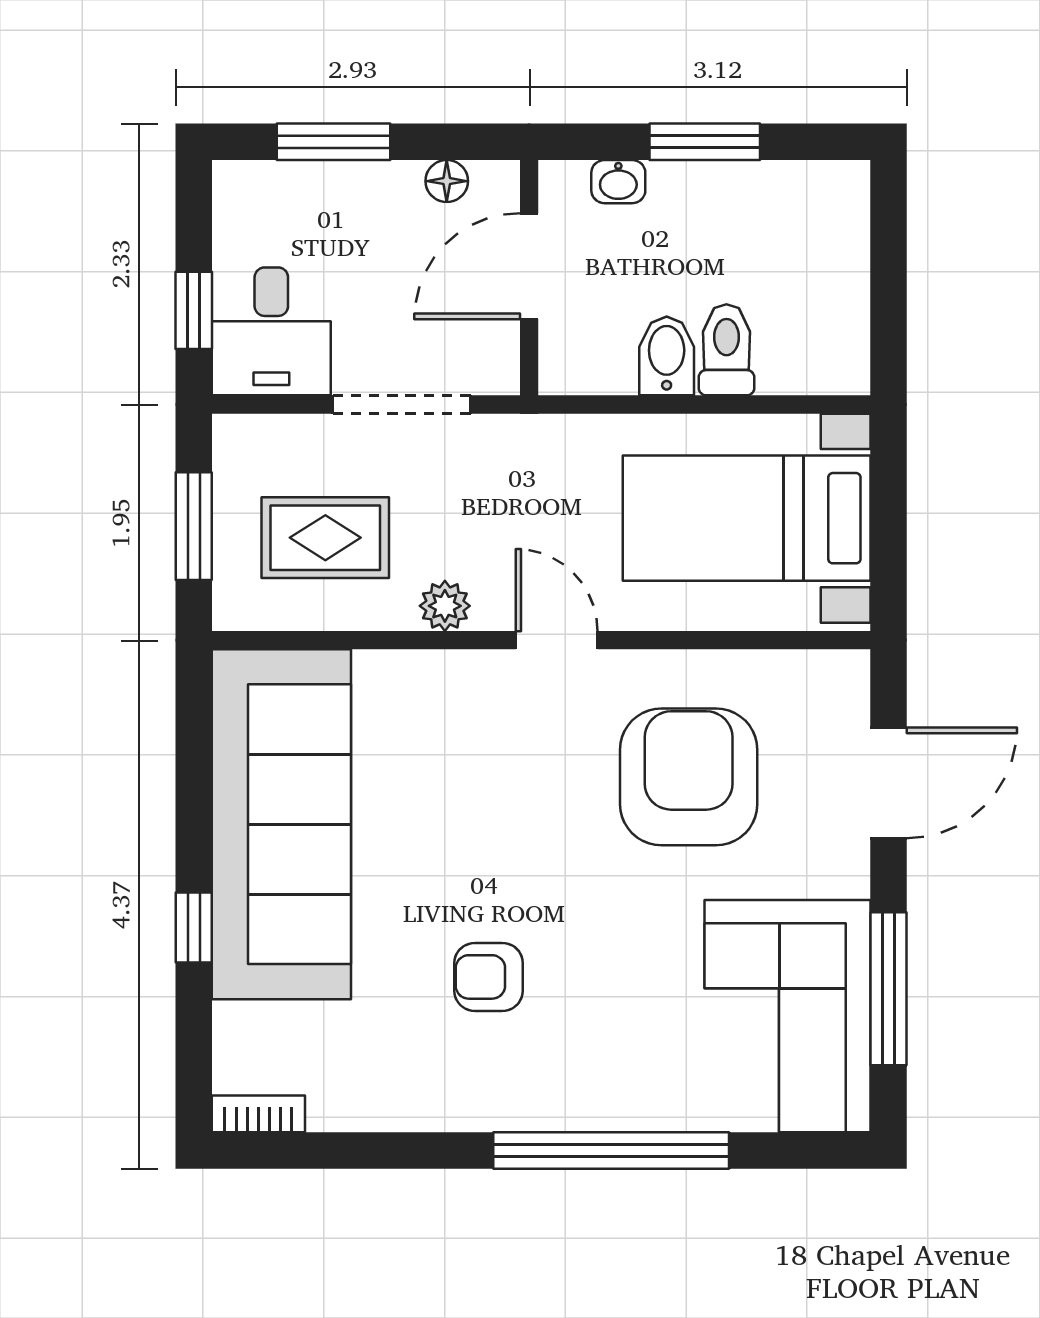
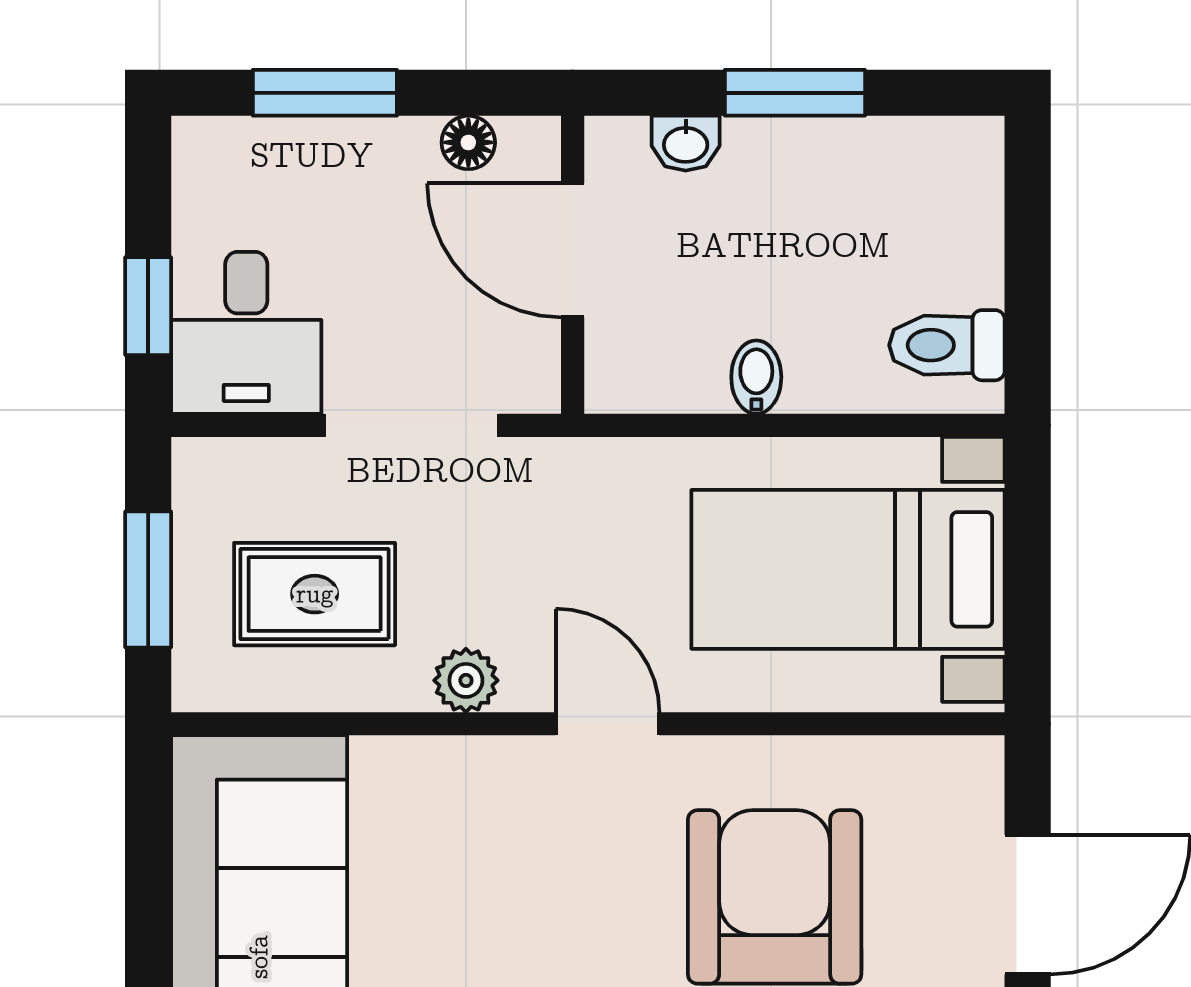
door: (529, 266) -> (573, 250), hinge flipped
toilet: (726, 350) -> (947, 345), moved, turned -90
bidet: (667, 356) -> (756, 377), width x0.72, depth x0.74

